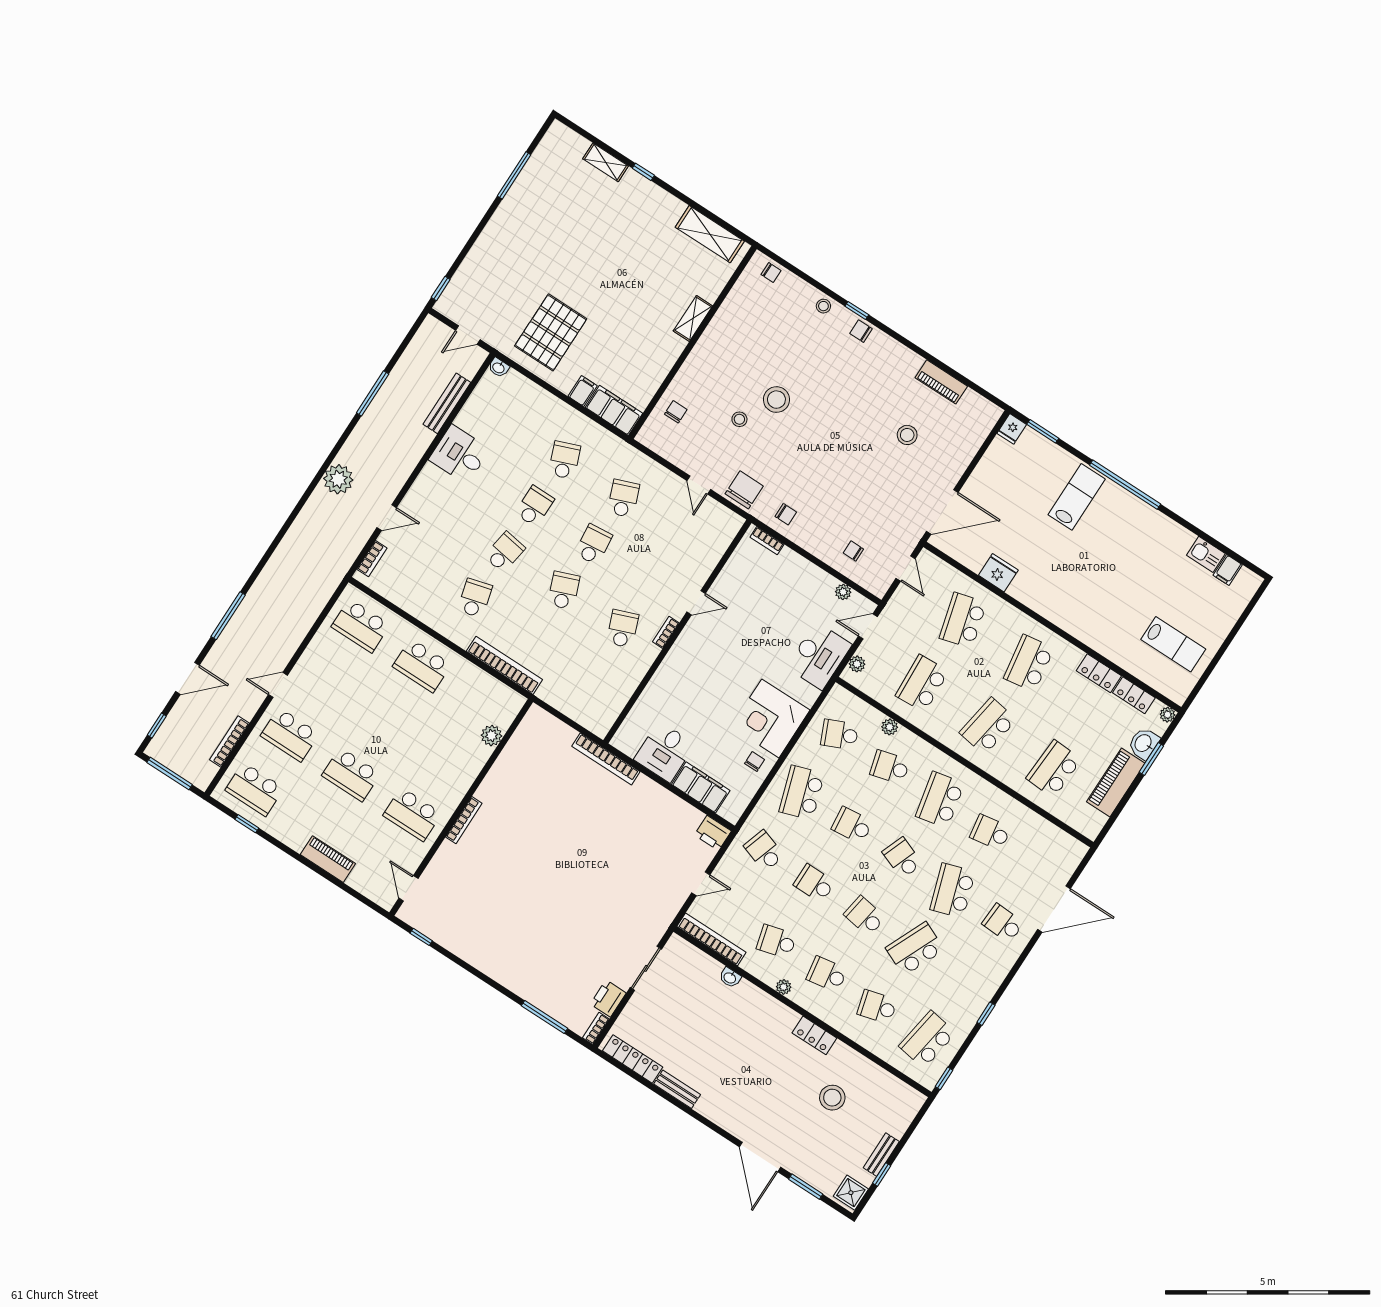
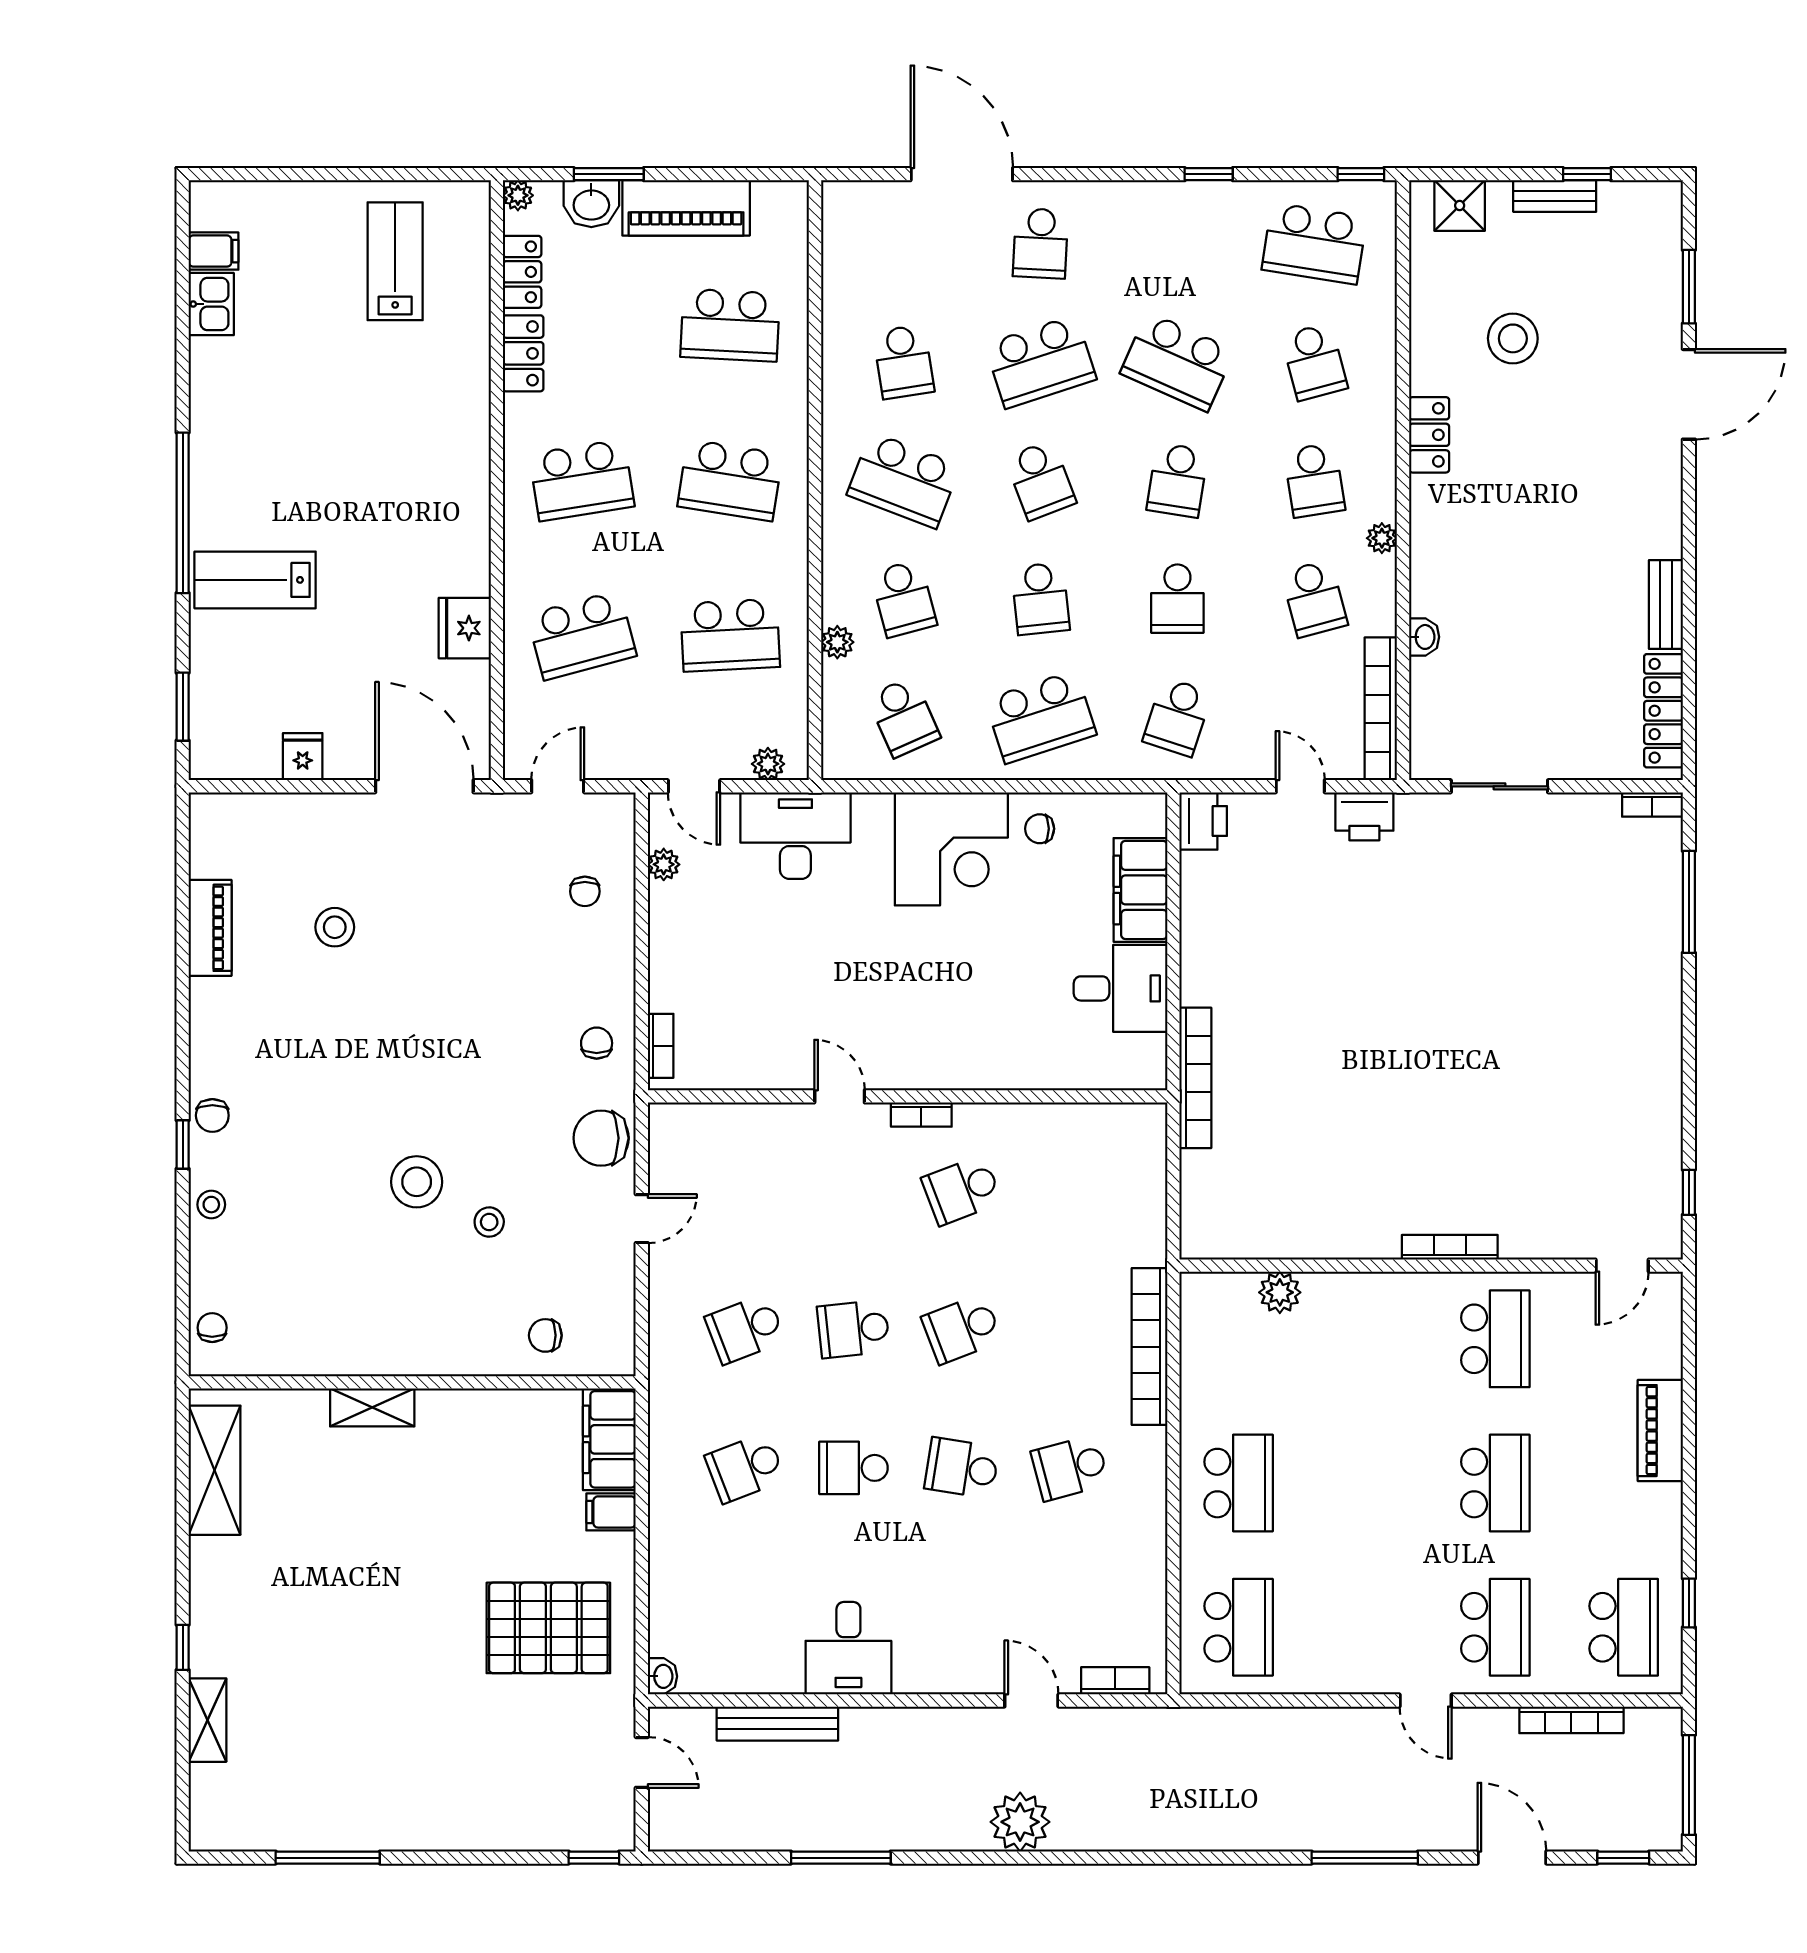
fridge: (1012, 429) -> (303, 757), moved, turned -90
school desk: (940, 800) -> (904, 480), turned 33
school desk: (902, 858) -> (1041, 480), turned -42
printer: (608, 998) -> (1364, 816), moved
shower: (851, 1193) -> (1460, 206), moved

